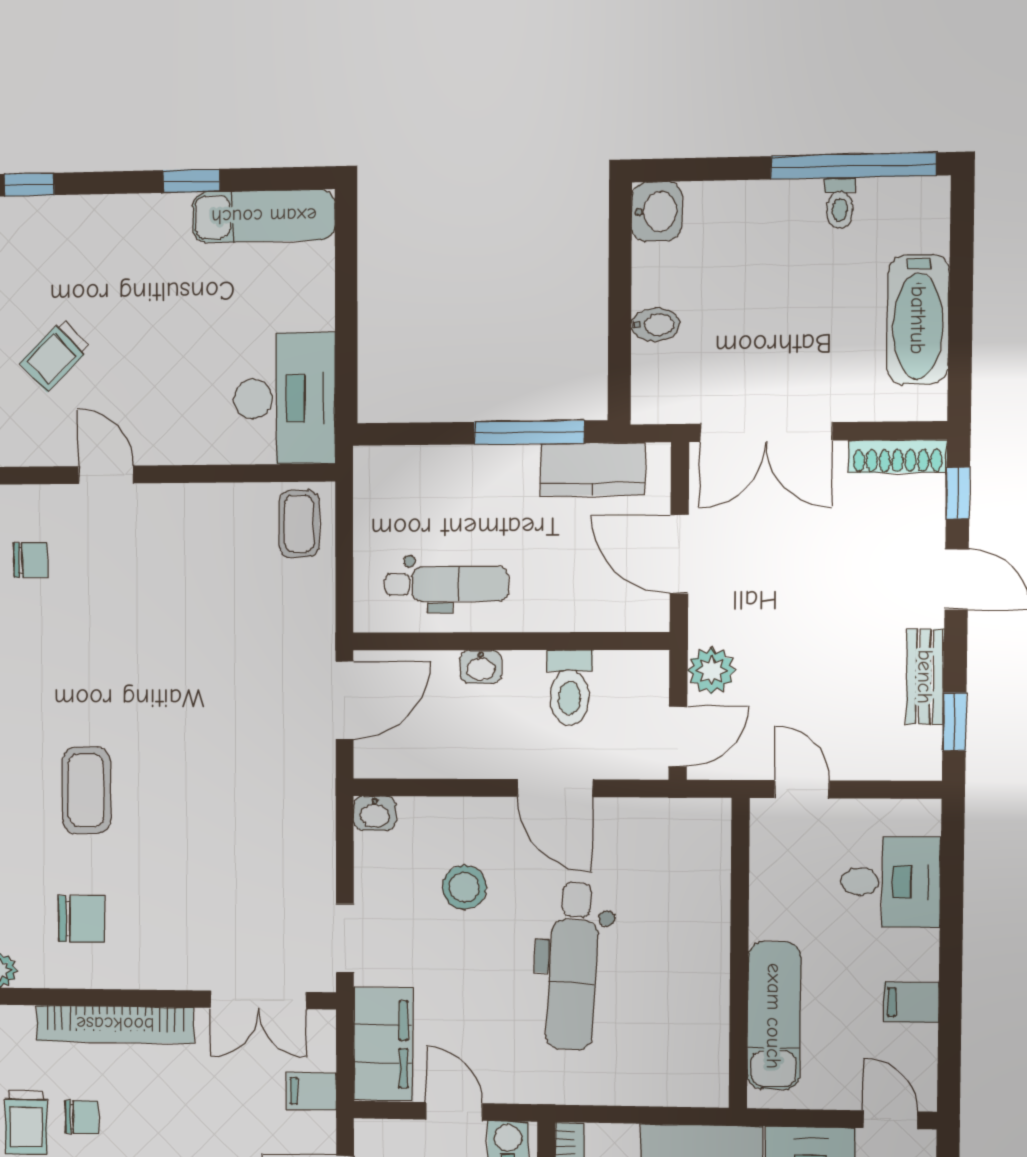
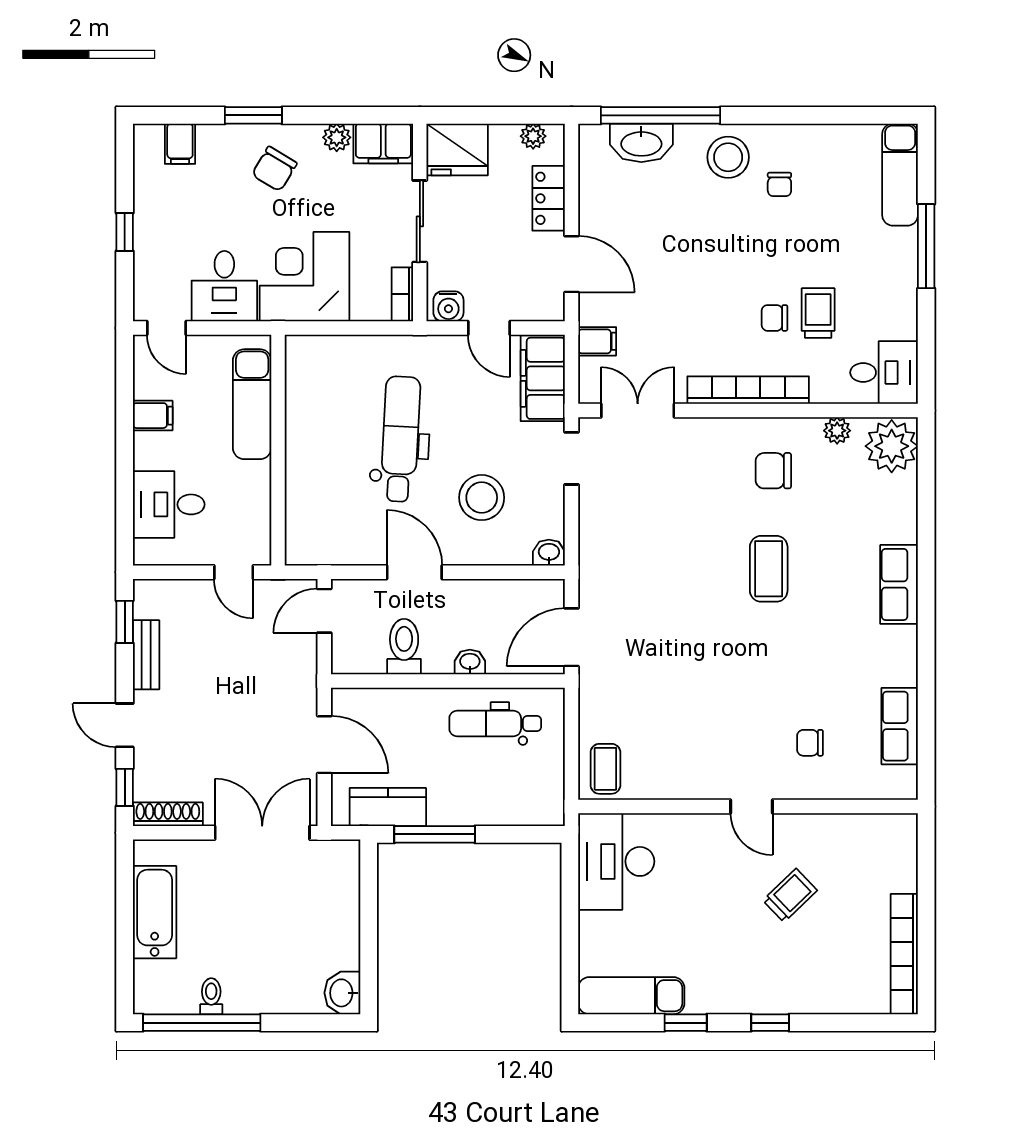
window: (29, 185) -> (770, 1023), moved
bidet: (655, 325) -> (343, 912), removed
plant: (711, 671) -> (300, 659), removed
stool: (464, 887) -> (482, 498), width x1.38, depth x1.38

